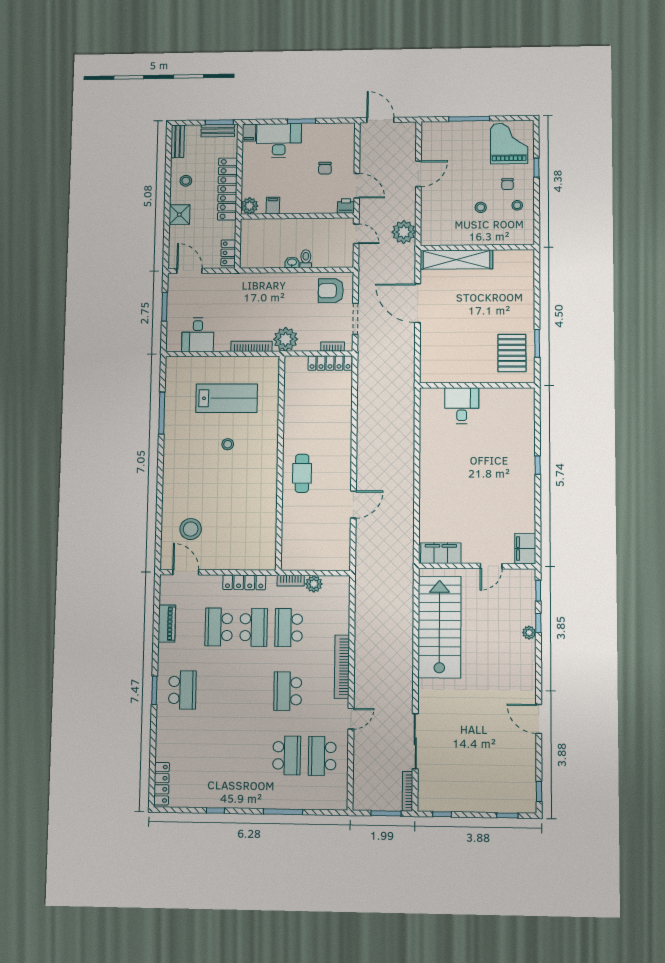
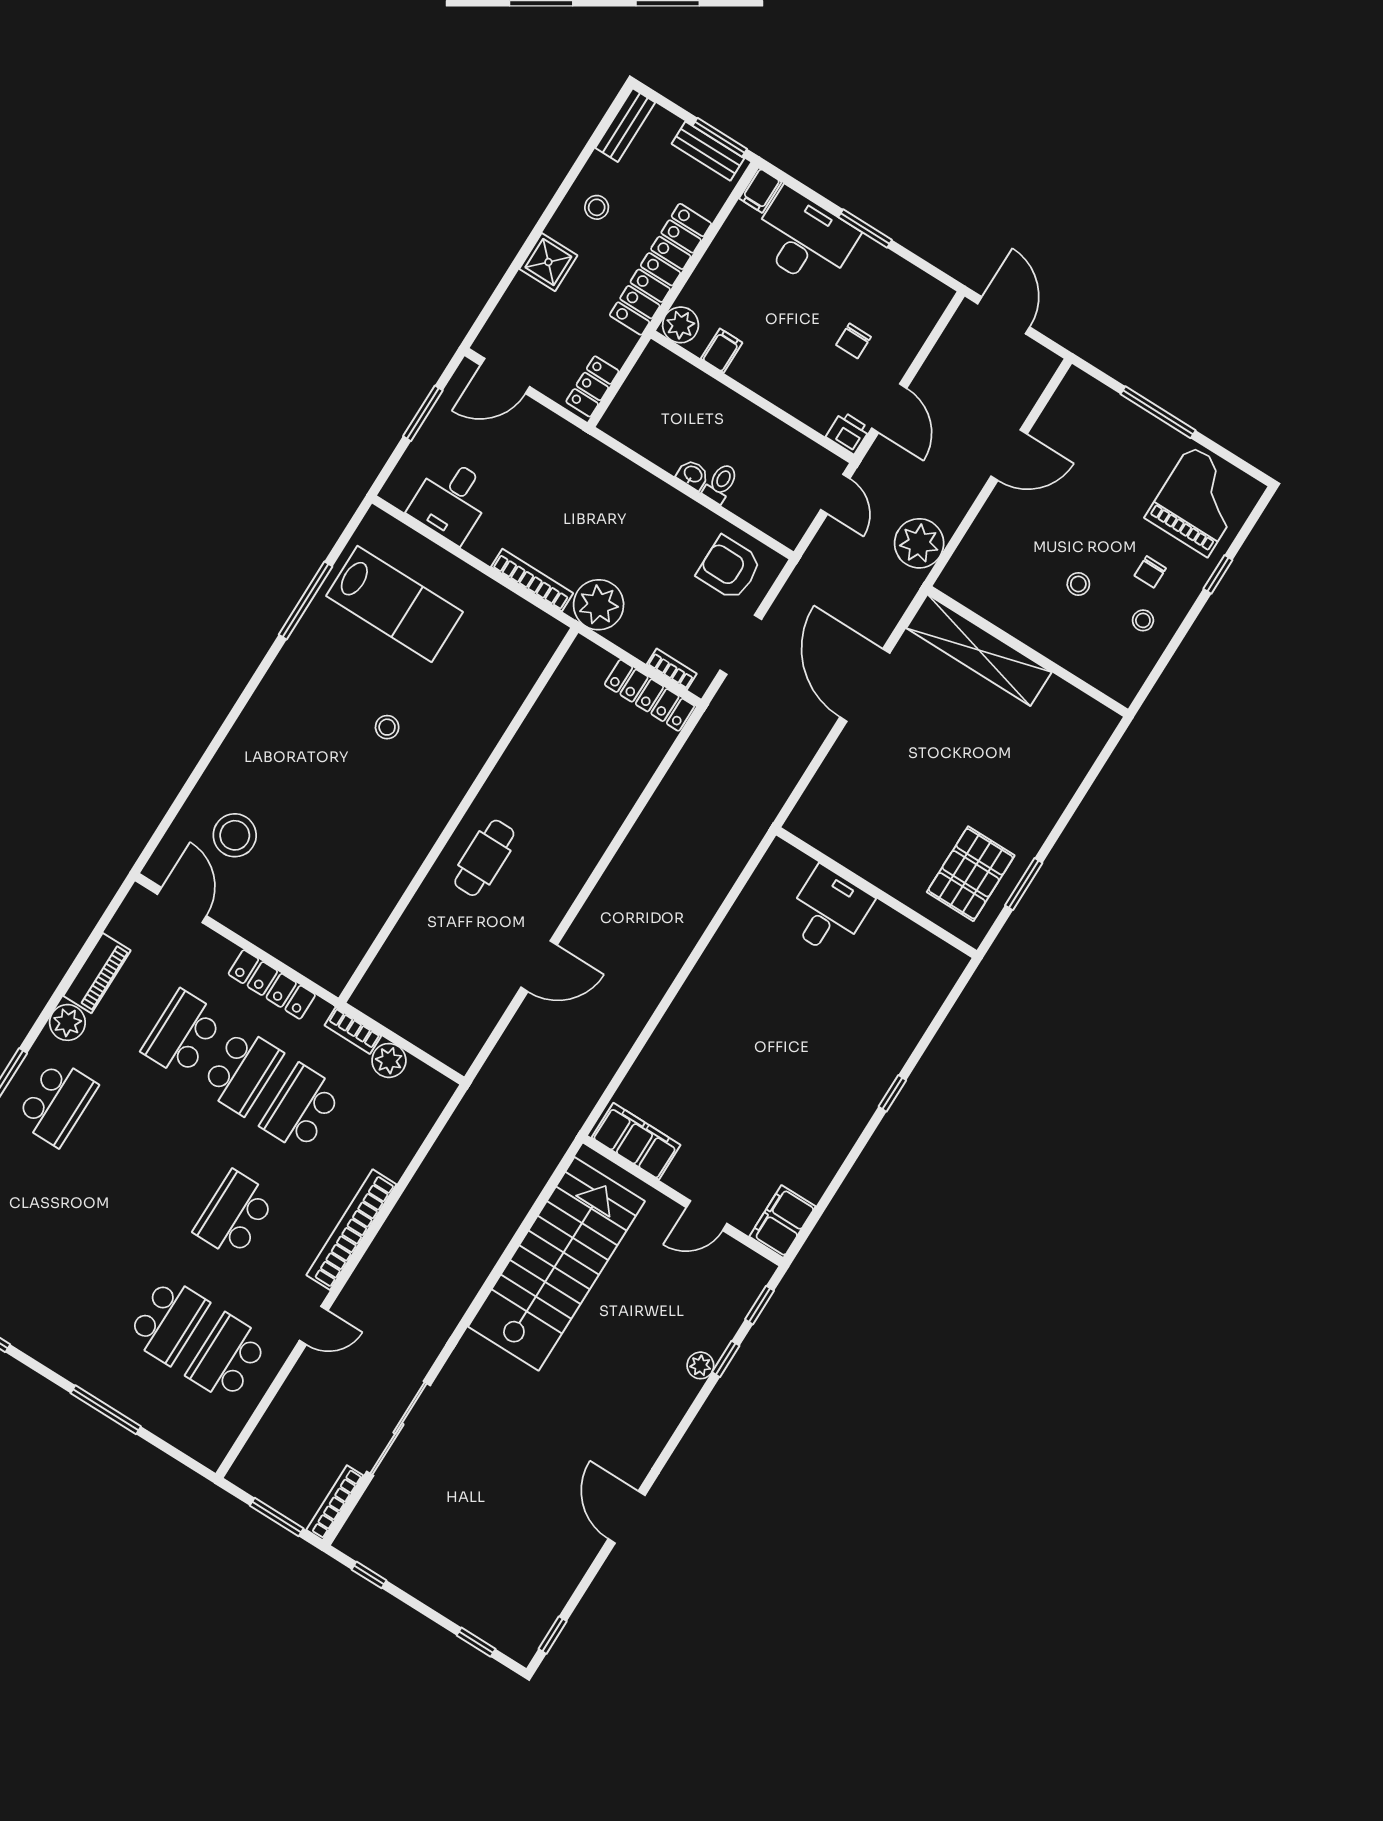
door: (189, 271) -> (505, 376), swing flipped
lab bench: (227, 398) -> (395, 604), moved
plant: (167, 653) -> (67, 1022), added

